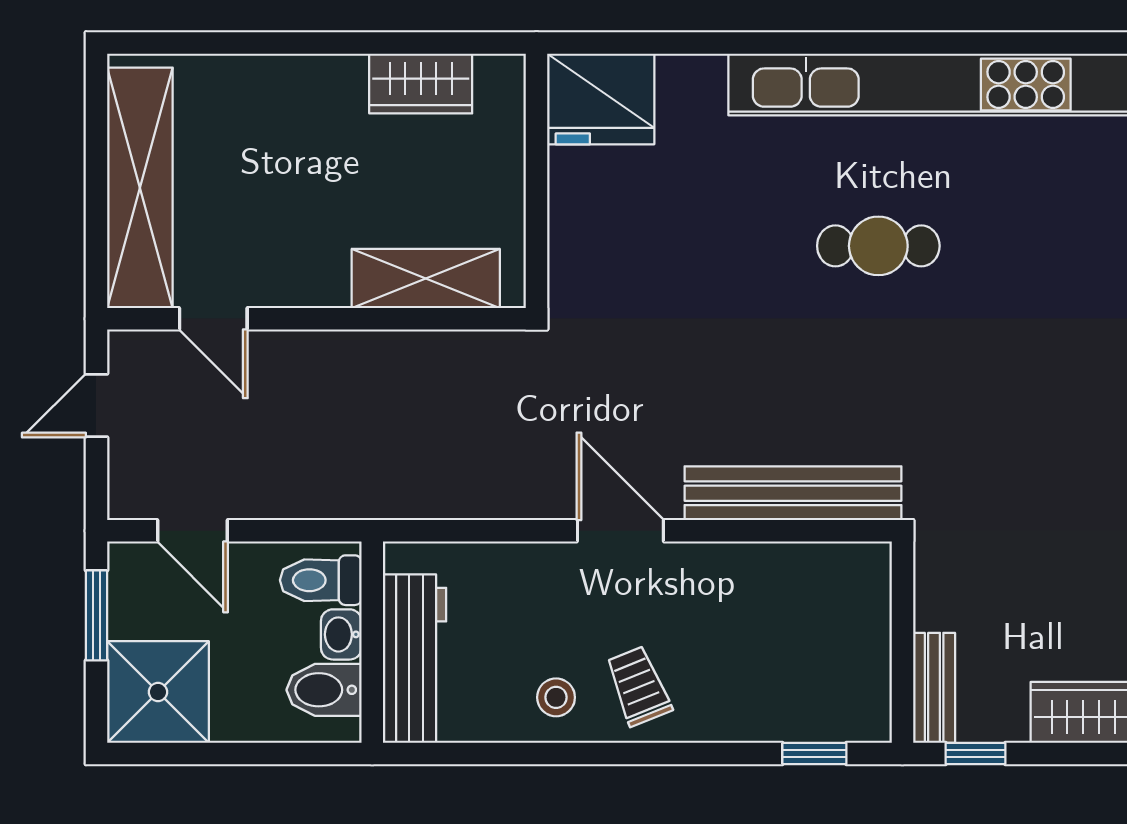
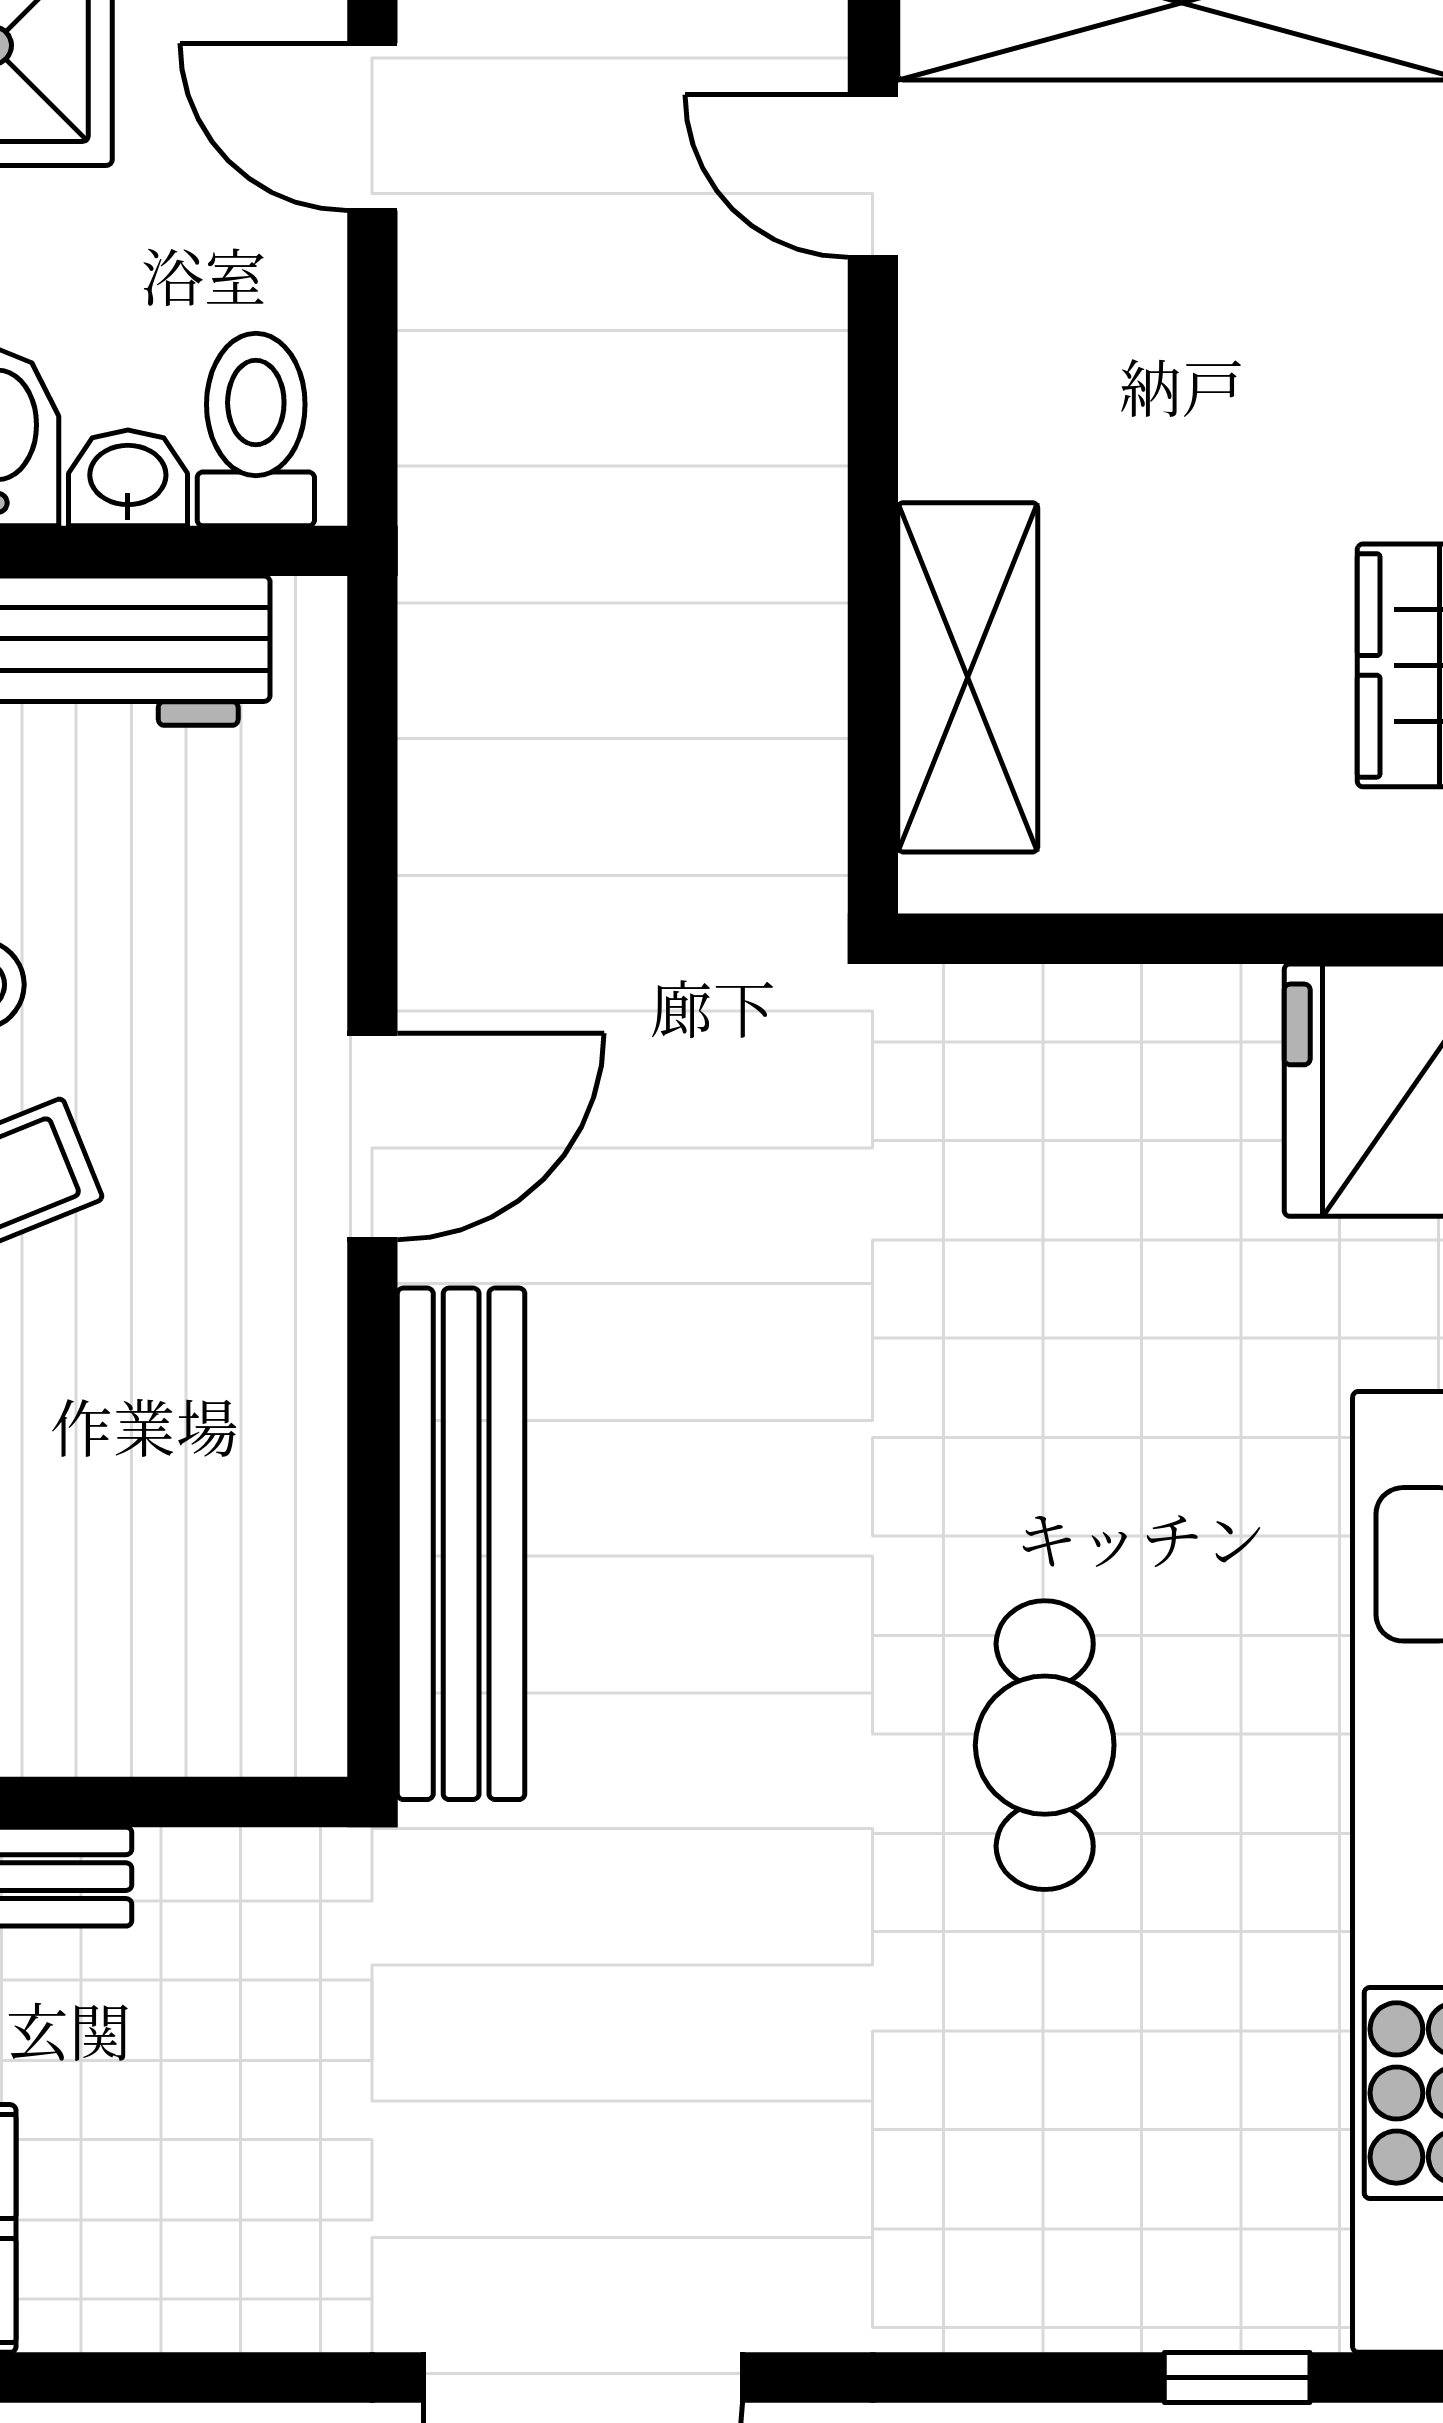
door: (213, 319) -> (873, 176), hinge flipped
door: (192, 531) -> (372, 127), hinge flipped

